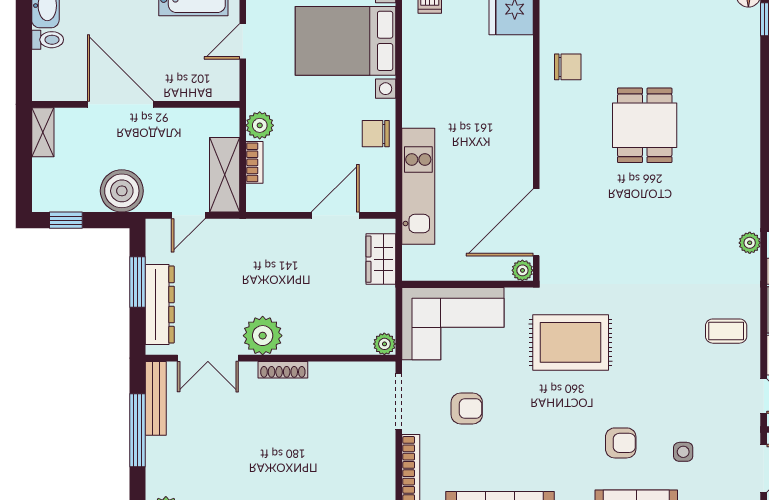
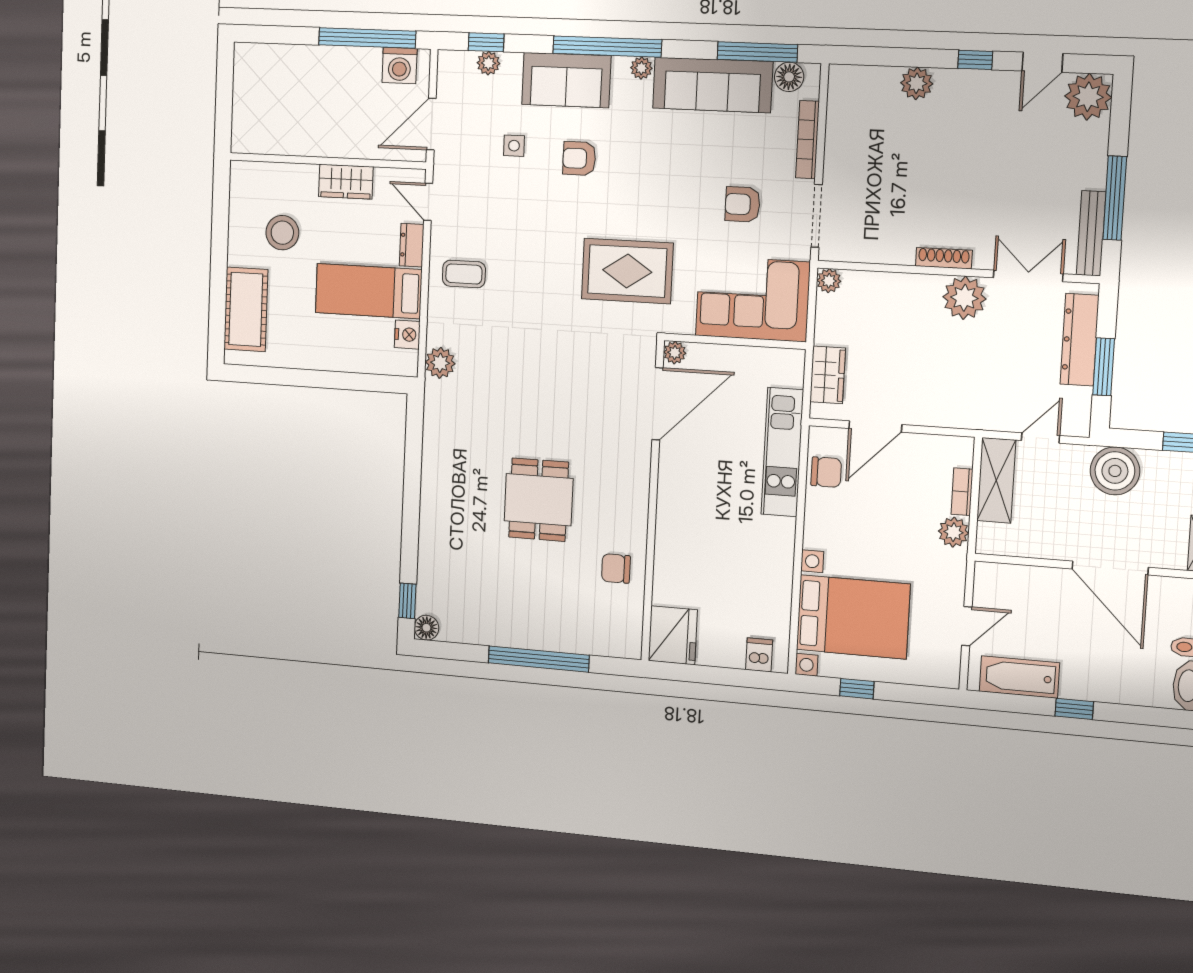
chair: (376, 134) -> (826, 472), moved
plant: (750, 243) -> (440, 363), width x1.38, depth x1.38

